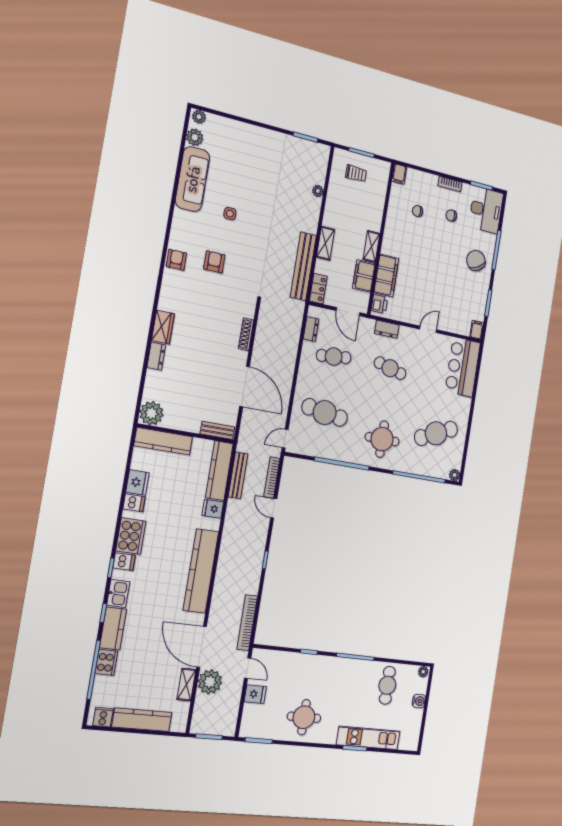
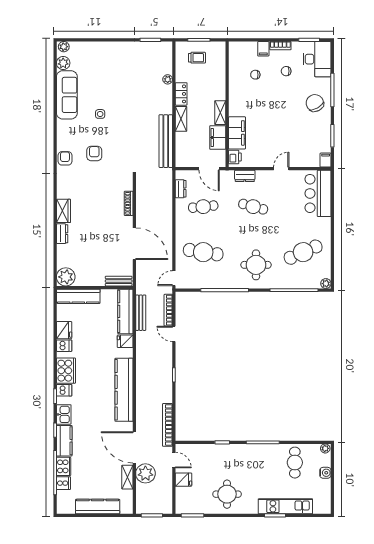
filing cabinet: (399, 174) -> (263, 49), moved
locker: (318, 289) -> (181, 94), moved
cooker: (103, 717) -> (63, 483), moved, turned 90

